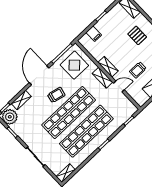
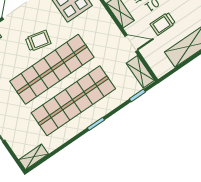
shelving: (102, 78) -> (140, 72), moved

